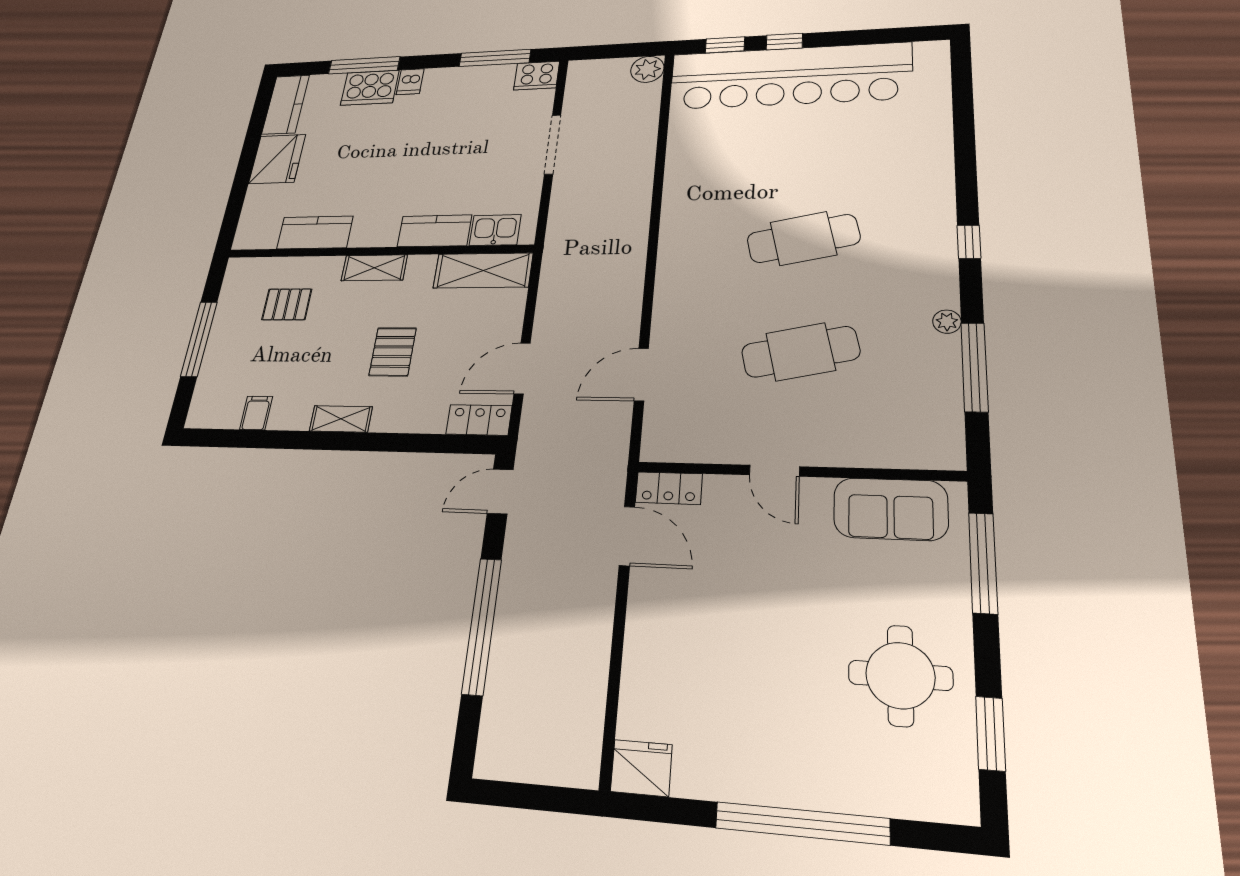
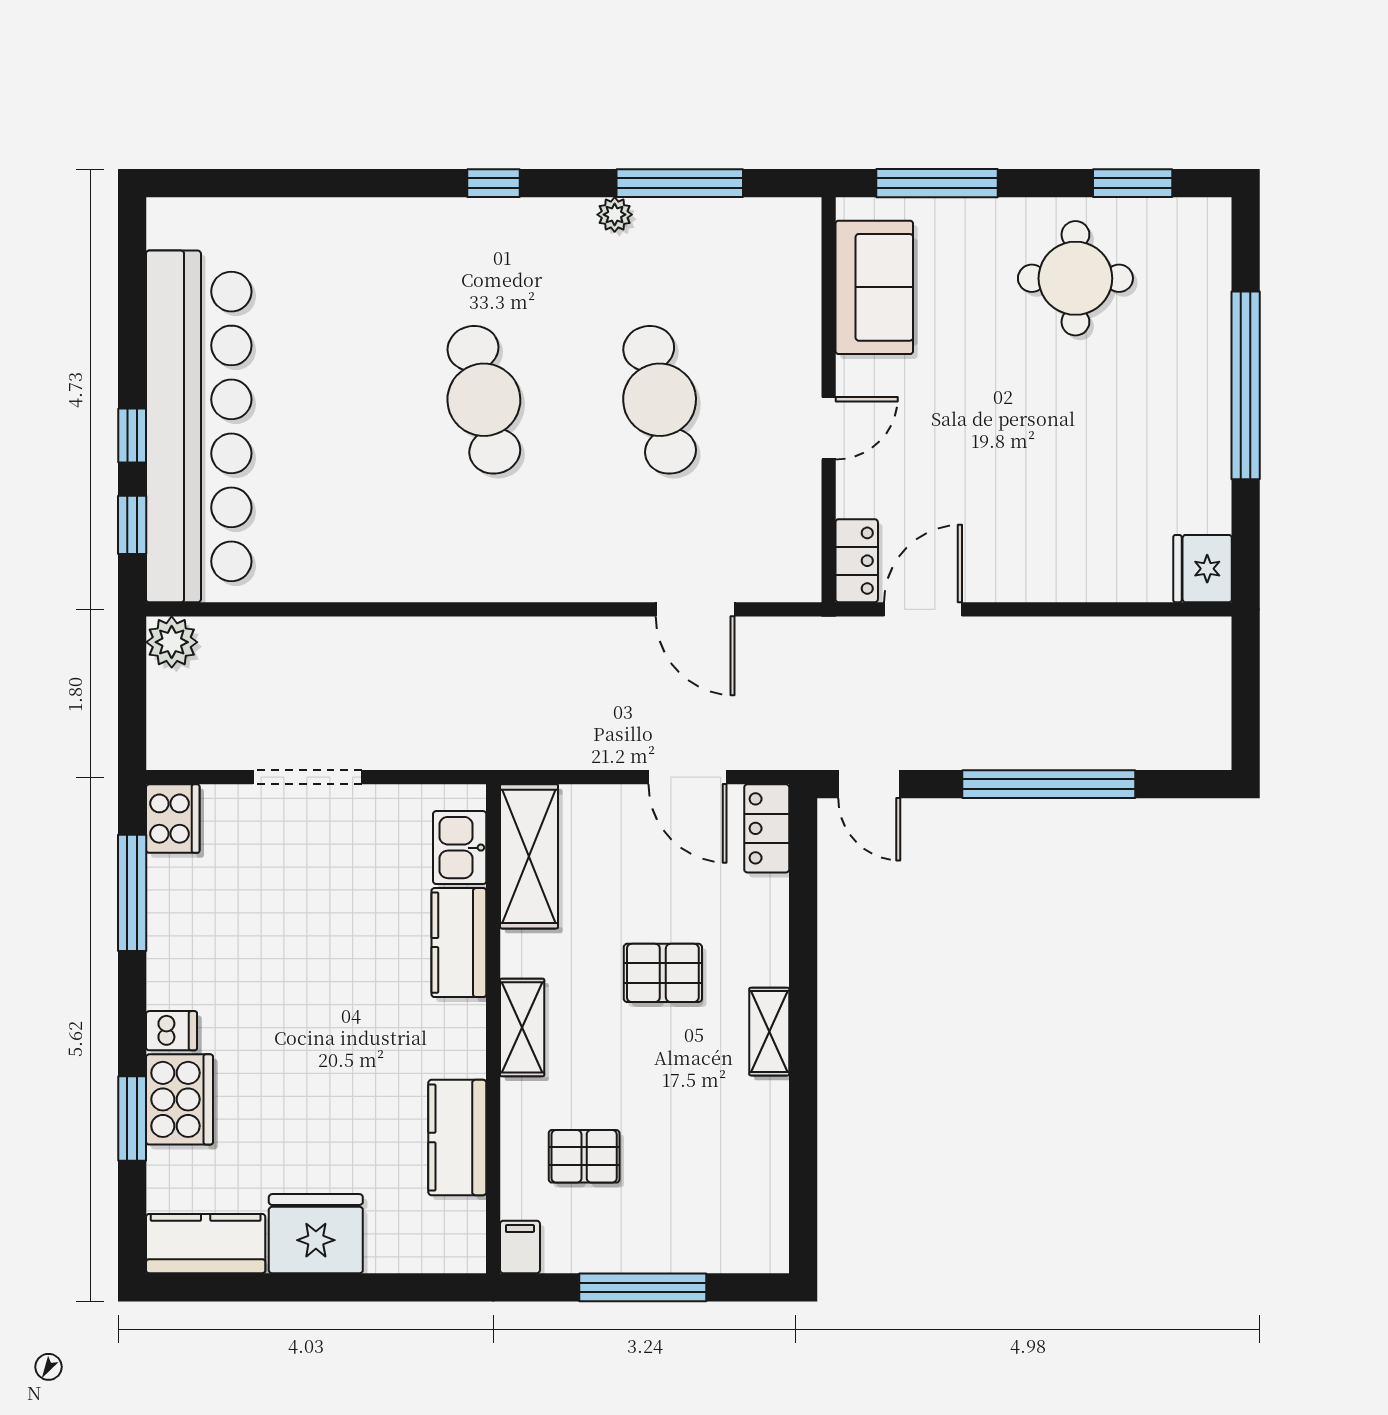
window: (364, 65) -> (132, 1118), width x0.69
pallet: (287, 304) -> (584, 1156), turned 90
filing cabinet: (256, 413) -> (520, 1247), moved, turned 90

